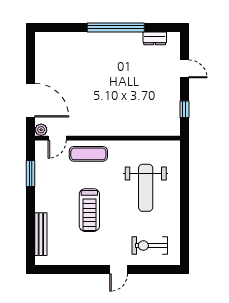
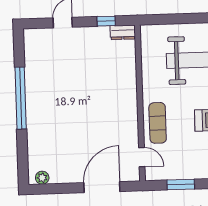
dresser: (155, 38) -> (123, 32), moved, turned 90
plant: (41, 130) -> (42, 178), moved

